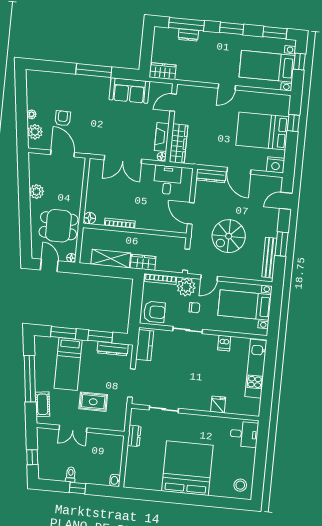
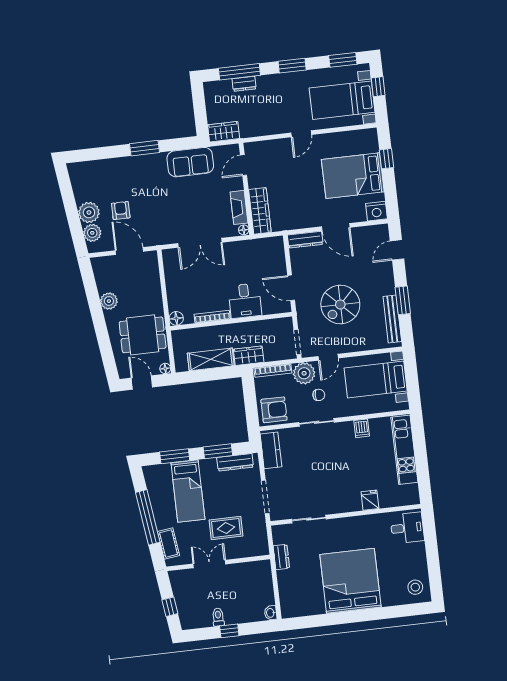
window: (94, 71) -> (145, 148), width x0.69
plant: (32, 114) -> (89, 212), width x1.88, depth x1.88
desk: (167, 180) -> (245, 301), moved, turned 180
double door: (73, 429) -> (209, 564), swing flipped

